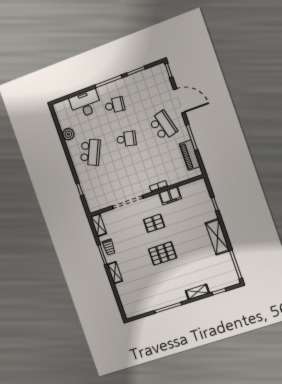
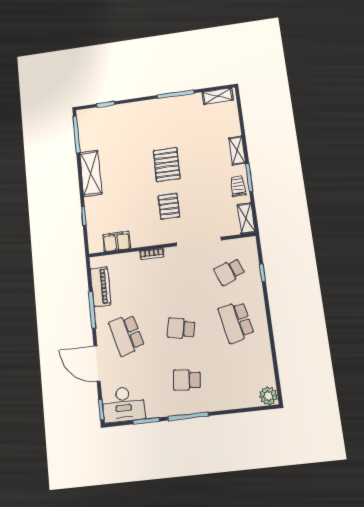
desk: (85, 104) -> (123, 404), moved
plant: (68, 134) -> (268, 396), moved
school desk: (90, 152) -> (236, 322), turned -36
school desk: (102, 185) -> (230, 272), added
filing cabinet: (170, 196) -> (117, 241), moved
pallet: (154, 223) -> (169, 206), turned 90
pallet: (163, 253) -> (167, 165), turned 90
shelving: (197, 292) -> (218, 96), moved

